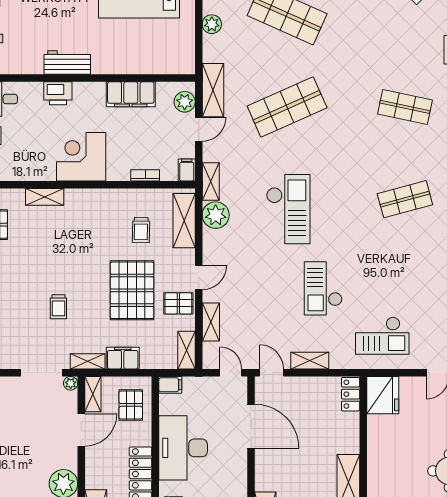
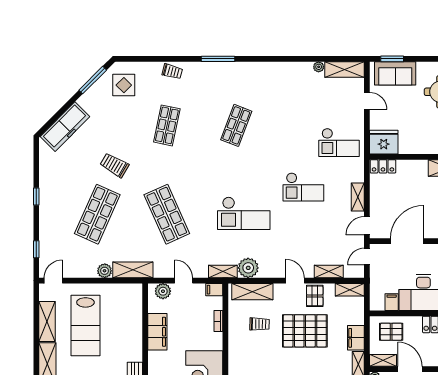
trolley: (352, 37) -> (114, 165), added
shelving: (213, 90) -> (133, 270), moved
shop shelf: (405, 199) -> (236, 125), turned 36
checkout: (288, 209) -> (244, 213), turned 180
checkout: (382, 336) -> (339, 142), turned 90
filing cabinet: (170, 385) -> (392, 302), moved

